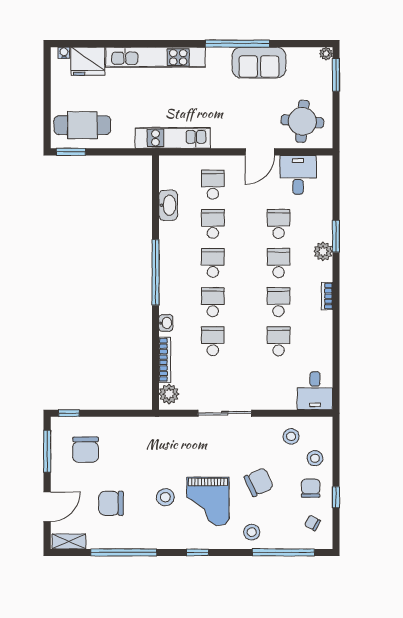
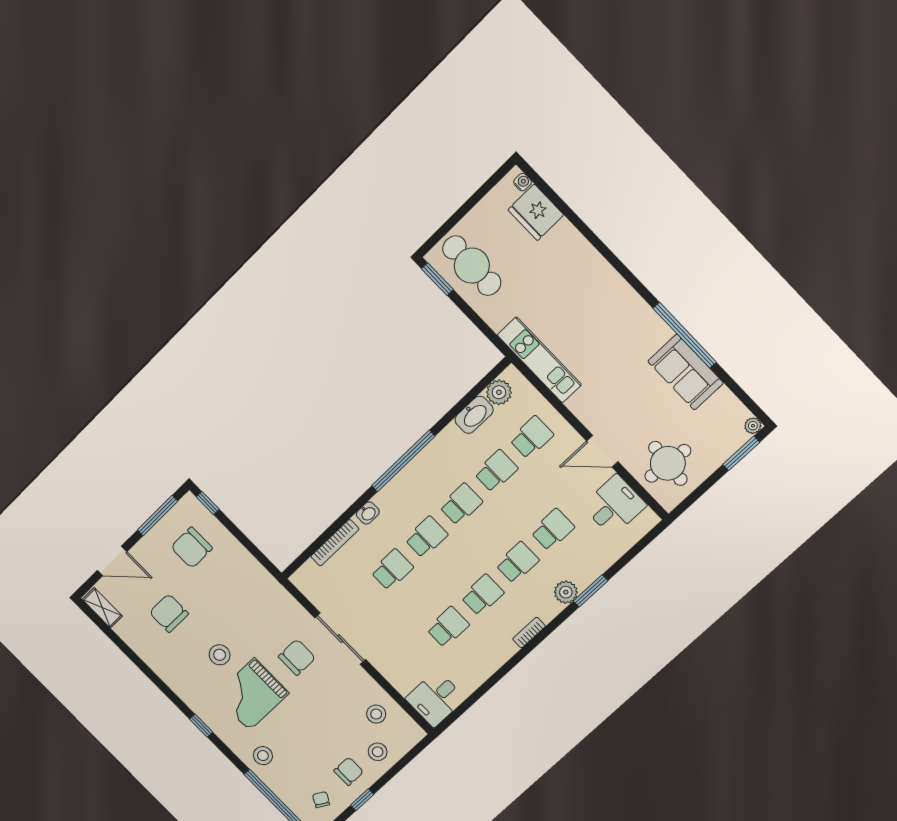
kitchen unit: (155, 57) -> (599, 272), removed
plant: (169, 394) -> (499, 392), moved
chair: (259, 482) -> (297, 657), moved, turned -65
window: (124, 552) -> (140, 663), removed

